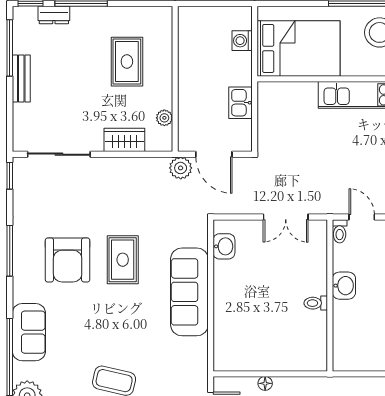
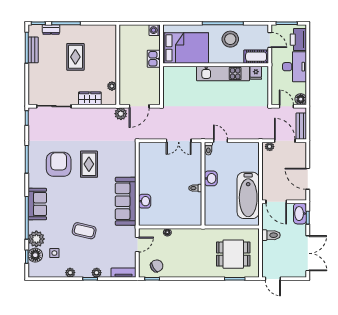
washing machine: (242, 41) -> (155, 30), moved
rug: (127, 62) -> (75, 57), moved
bench: (21, 78) -> (33, 50), moved
kitchen sink: (241, 103) -> (154, 59), moved
door: (214, 154) -> (139, 106), hinge flipped
washbasin: (224, 246) -> (145, 201), moved
armchair: (68, 260) -> (59, 164), turned 180
sofa: (189, 292) -> (126, 201), moved

